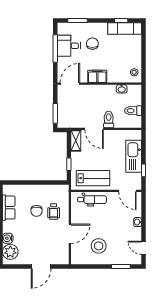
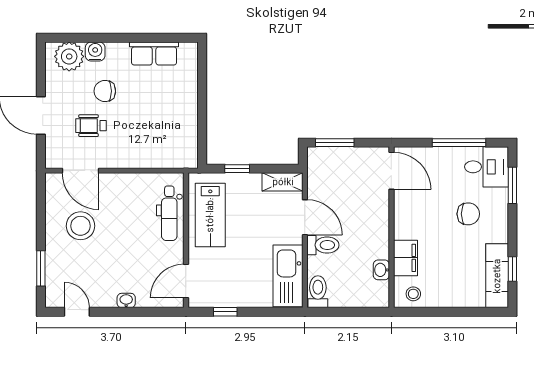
desk: (69, 46) -> (487, 167), moved, turned 90
filing cabinet: (97, 76) -> (405, 258), moved
toilet: (133, 111) -> (318, 292), moved
door: (94, 129) -> (305, 217), swing flipped
kitchen sink: (134, 156) -> (288, 276), moved, turned -90
chair: (36, 211) -> (105, 91), moved
wheelchair: (54, 211) -> (91, 126), moved
door: (70, 234) -> (81, 171), moved
door: (143, 248) -> (77, 312), hinge flipped

